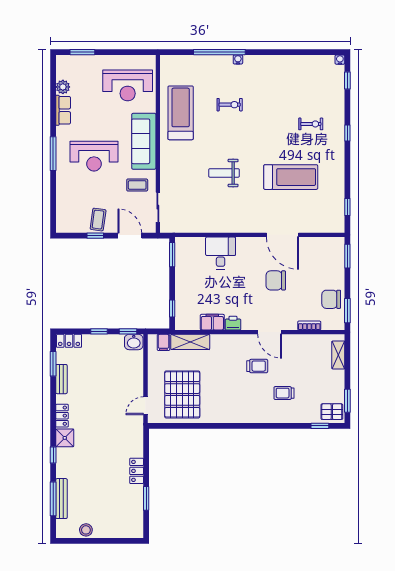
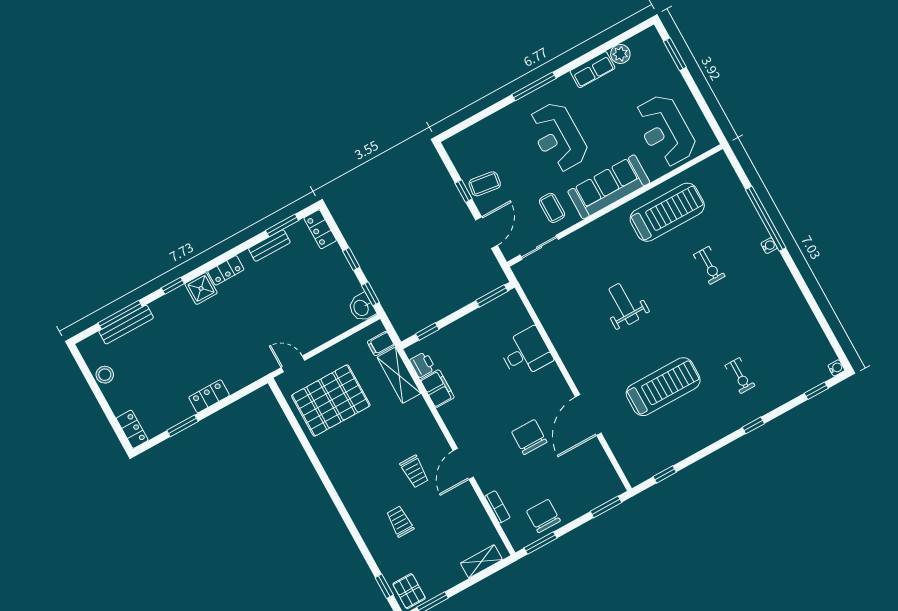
treadmill: (291, 177) -> (663, 387), turned -90
printer: (233, 323) -> (423, 364), moved
locker: (131, 532) -> (132, 429), added

